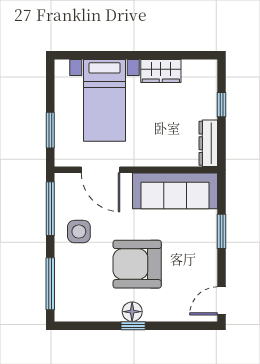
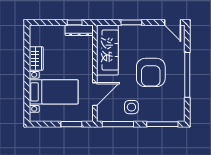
window: (222, 105) -> (75, 22), moved
floor lamp: (132, 312) -> (179, 75), removed
window: (133, 326) -> (187, 75), width x3.17

